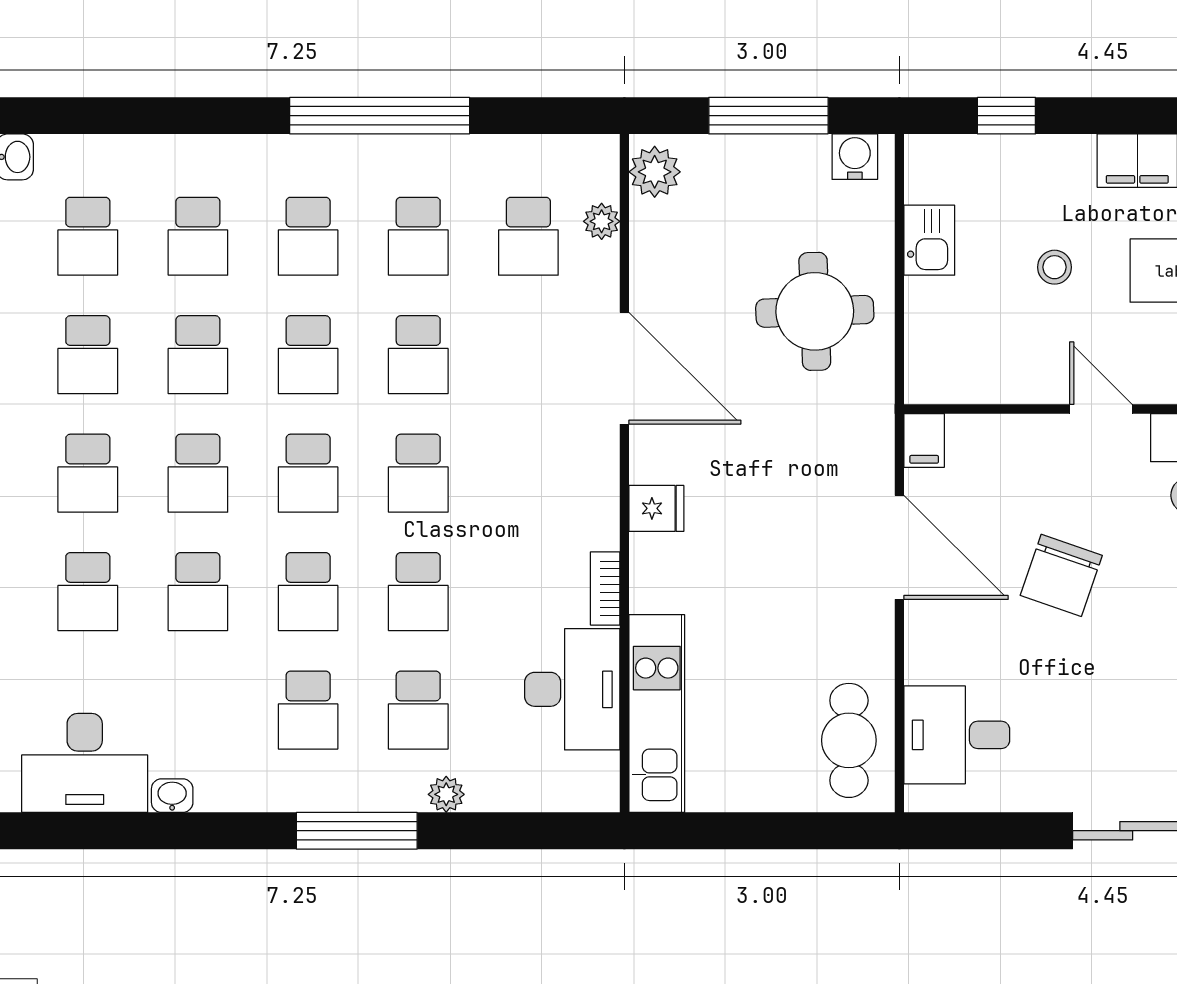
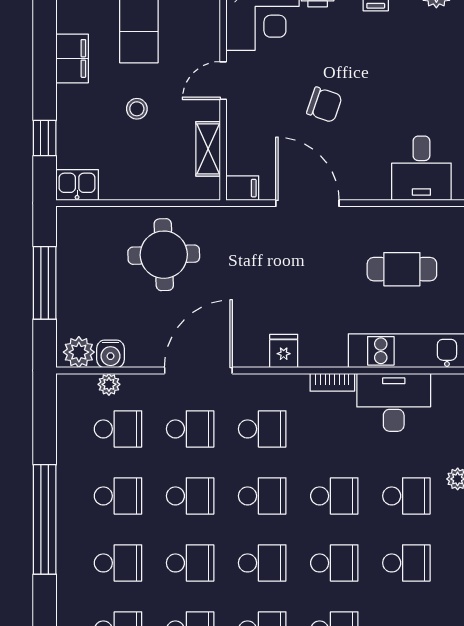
water cooler: (855, 157) -> (111, 354), moved, turned -90
kitchen sink: (929, 240) -> (77, 185), moved
school desk: (528, 355) -> (190, 429), added
shelving: (989, 384) -> (208, 149), added
school desk: (528, 473) -> (262, 429), added
door: (899, 547) -> (307, 203), hinge flipped
chair: (1061, 575) -> (324, 105), width x0.73, depth x0.73
cafe table: (849, 740) -> (402, 269), moved

